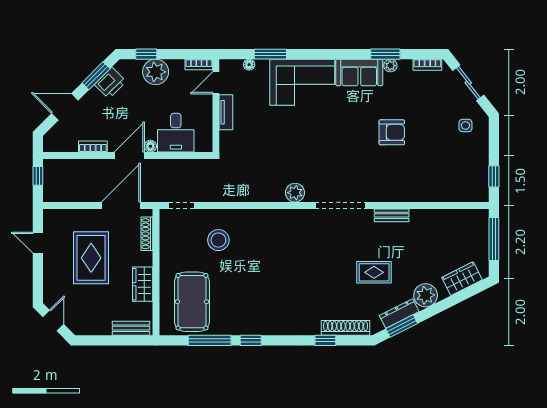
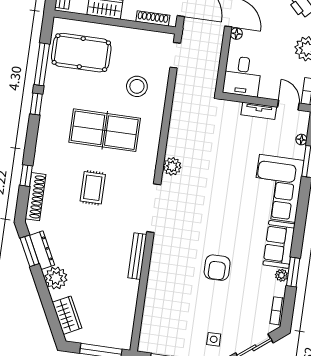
desk: (176, 133) -> (242, 76), moved, turned -90
bench: (392, 215) -> (137, 256), width x1.36
table tennis table: (268, 267) -> (105, 130), added
rug: (374, 272) -> (93, 188), moved

